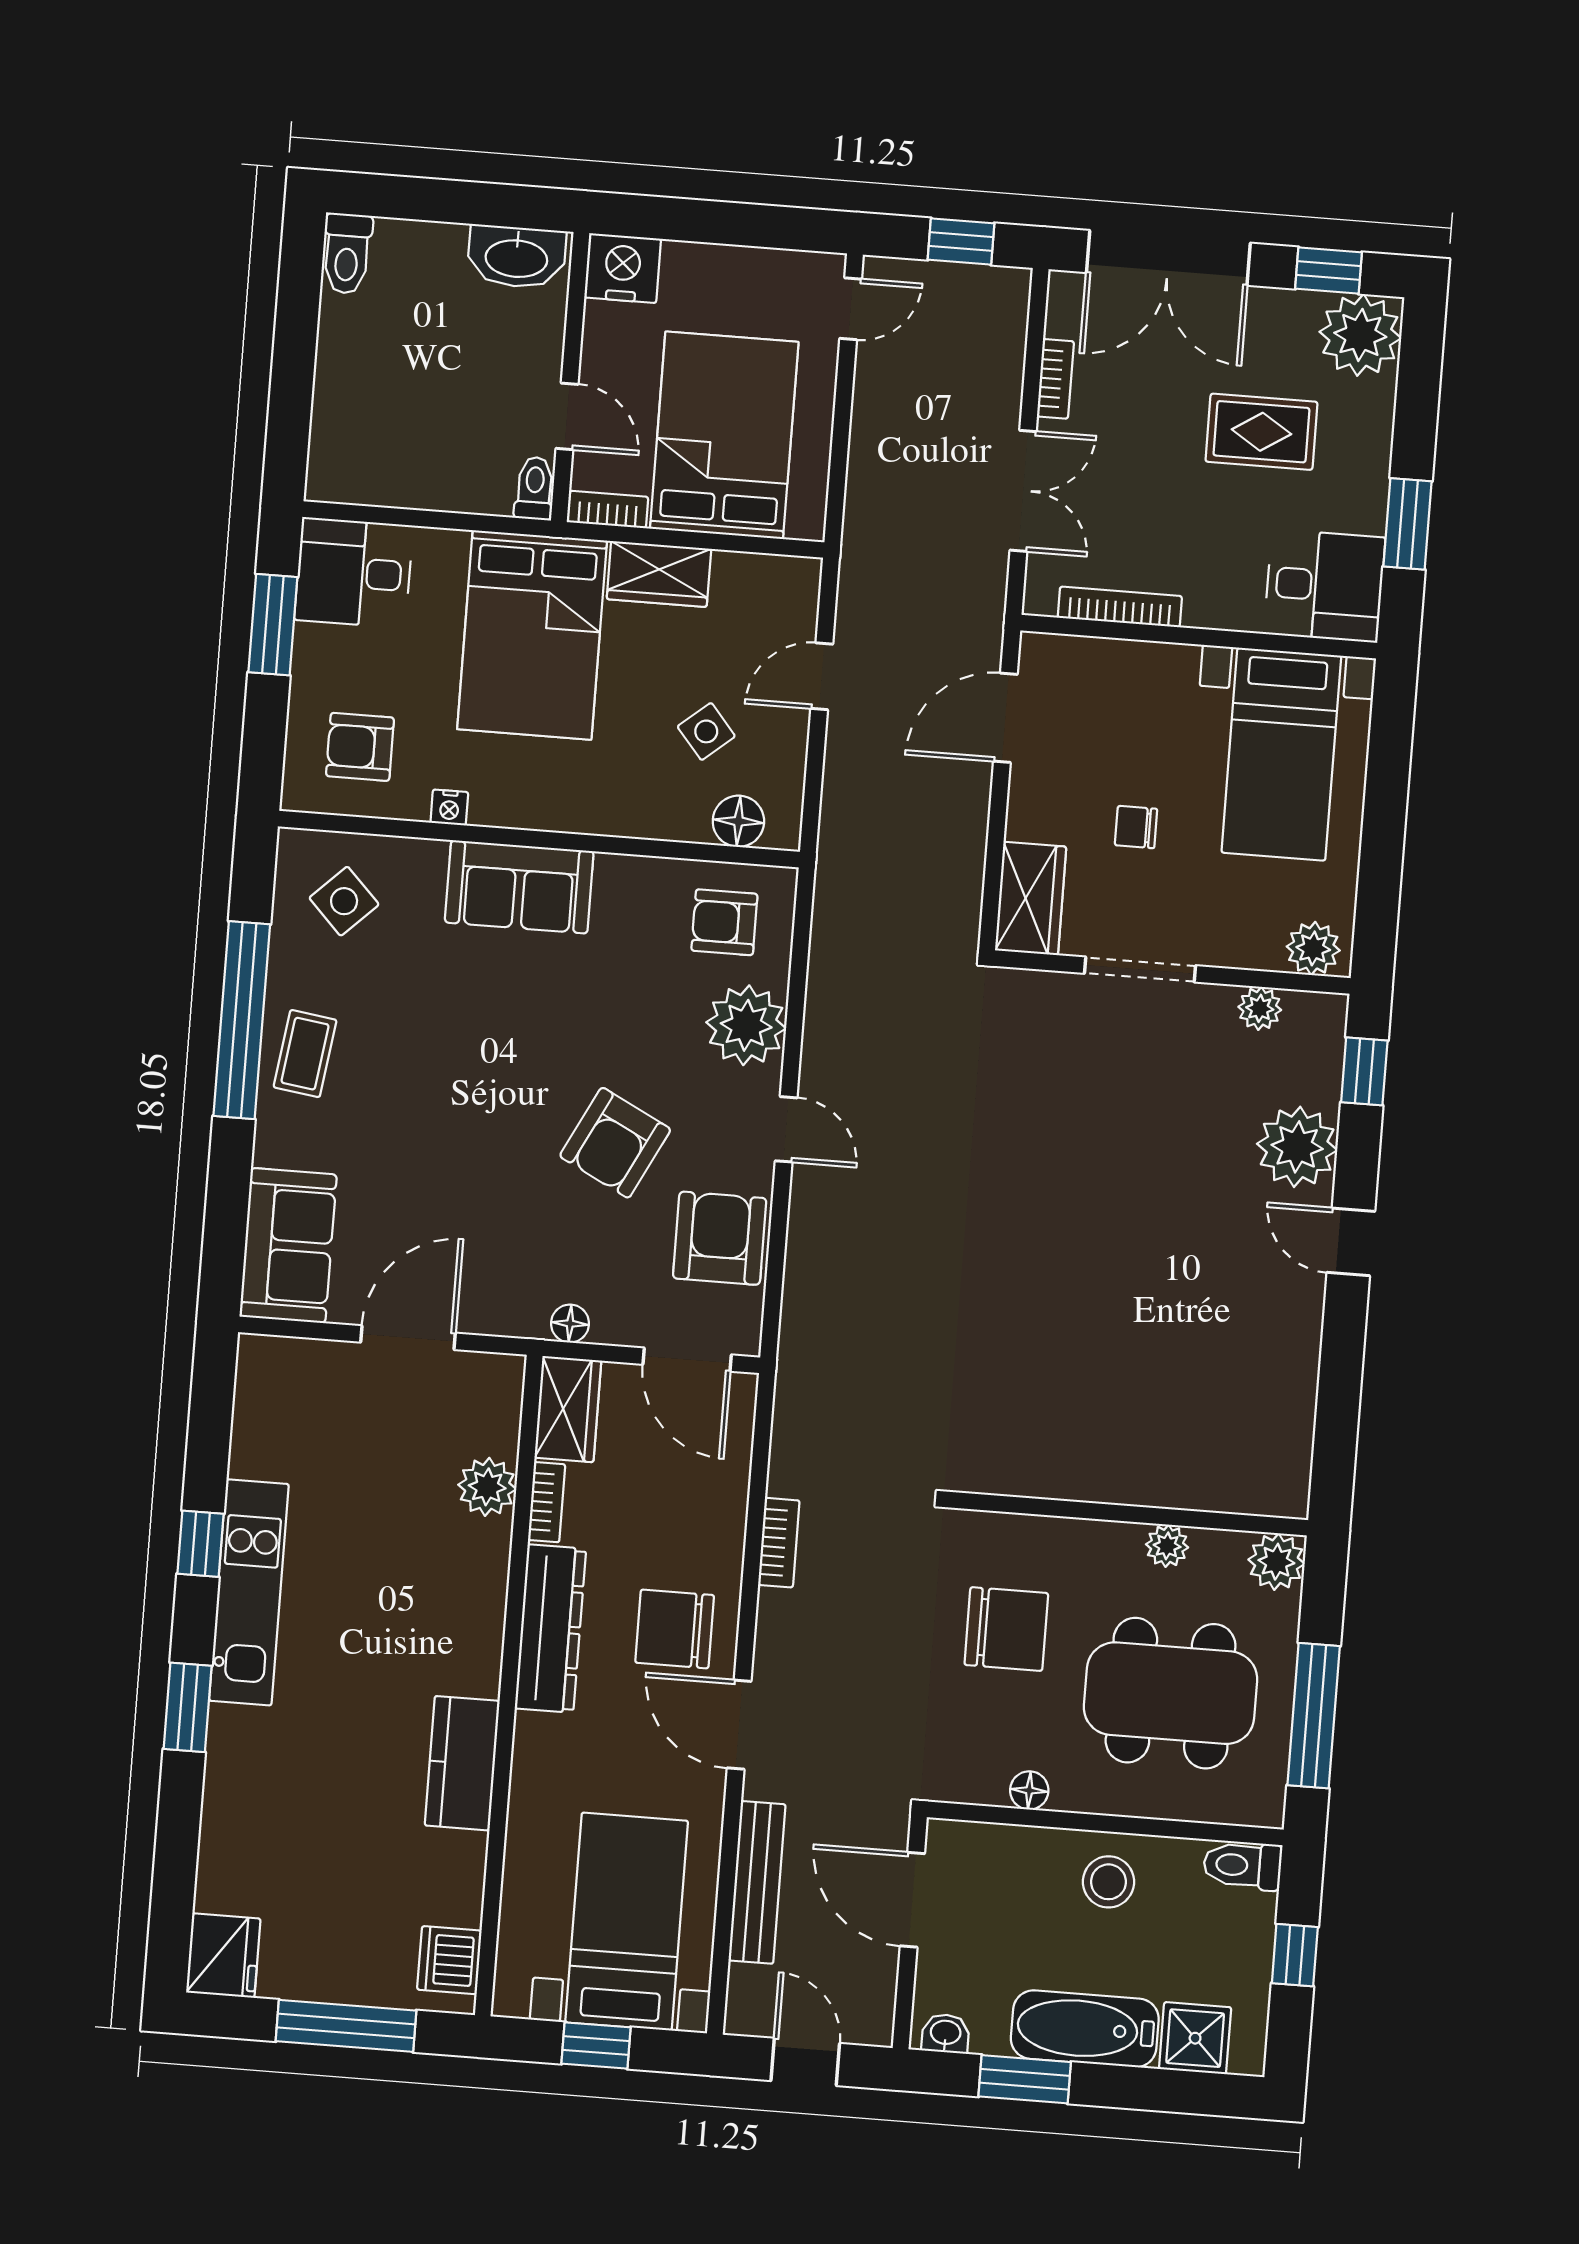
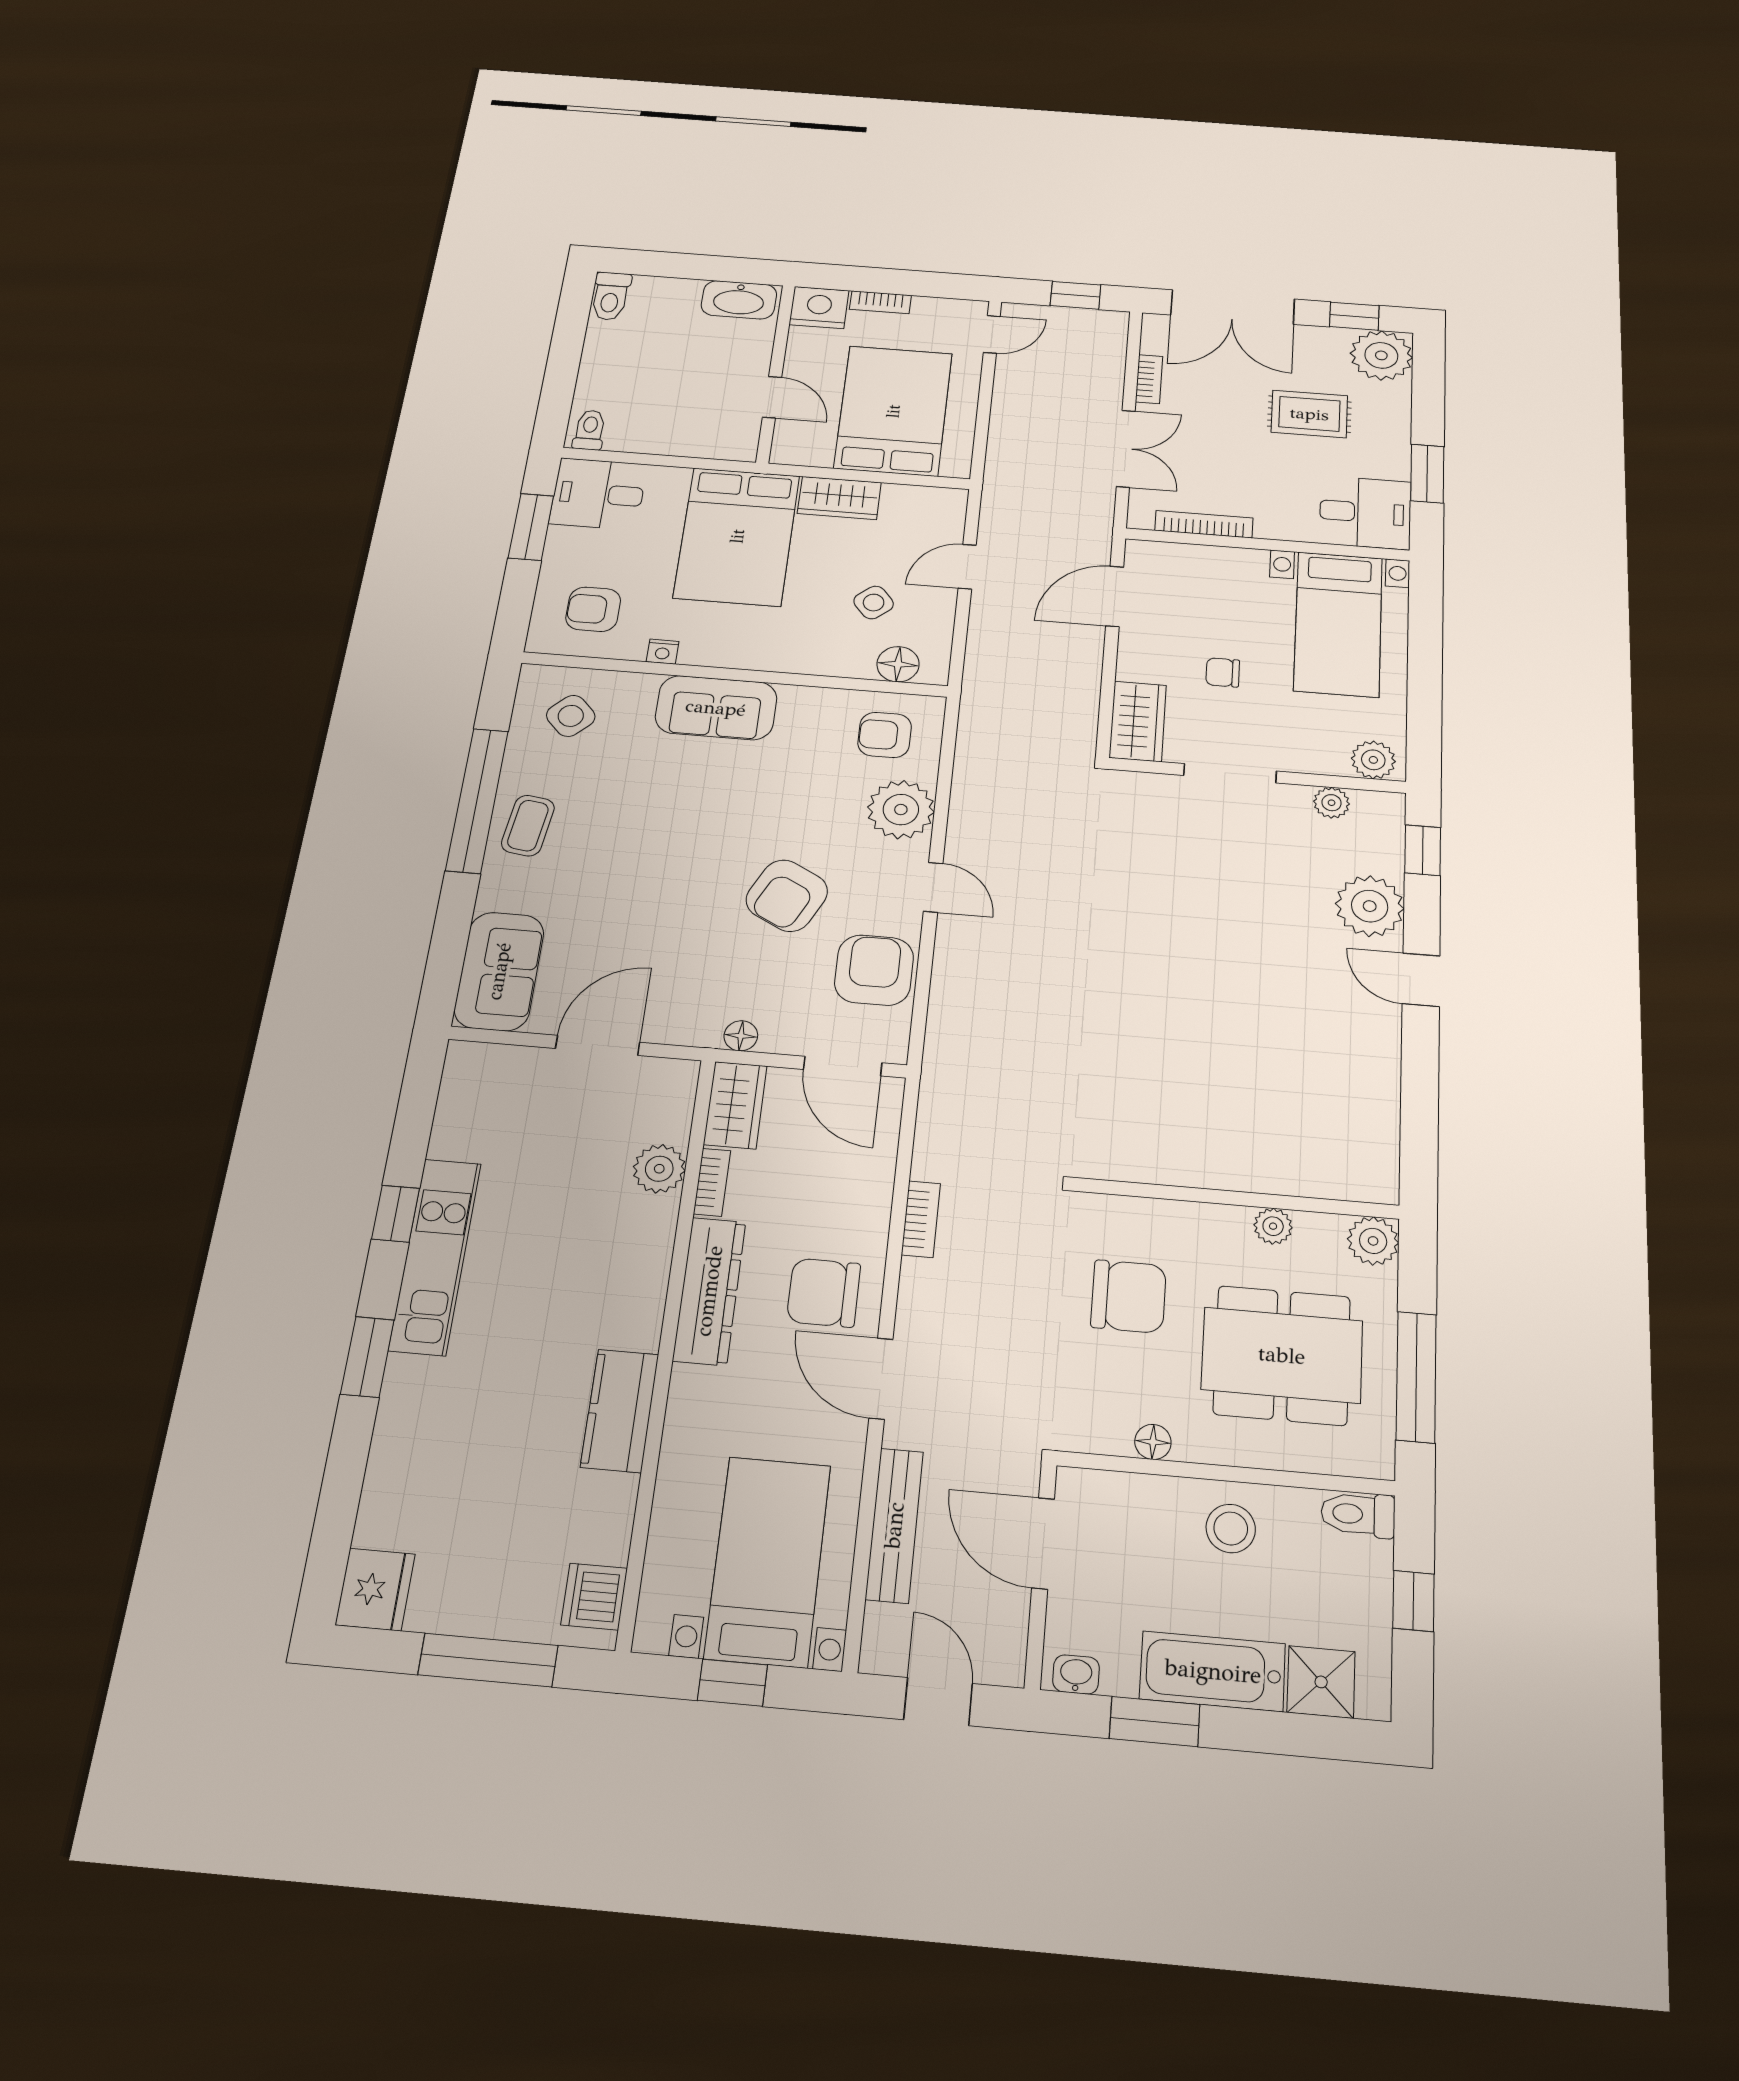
toilet: (534, 488) -> (590, 430), moved
bookcase: (608, 509) -> (880, 302), moved, turned 180

